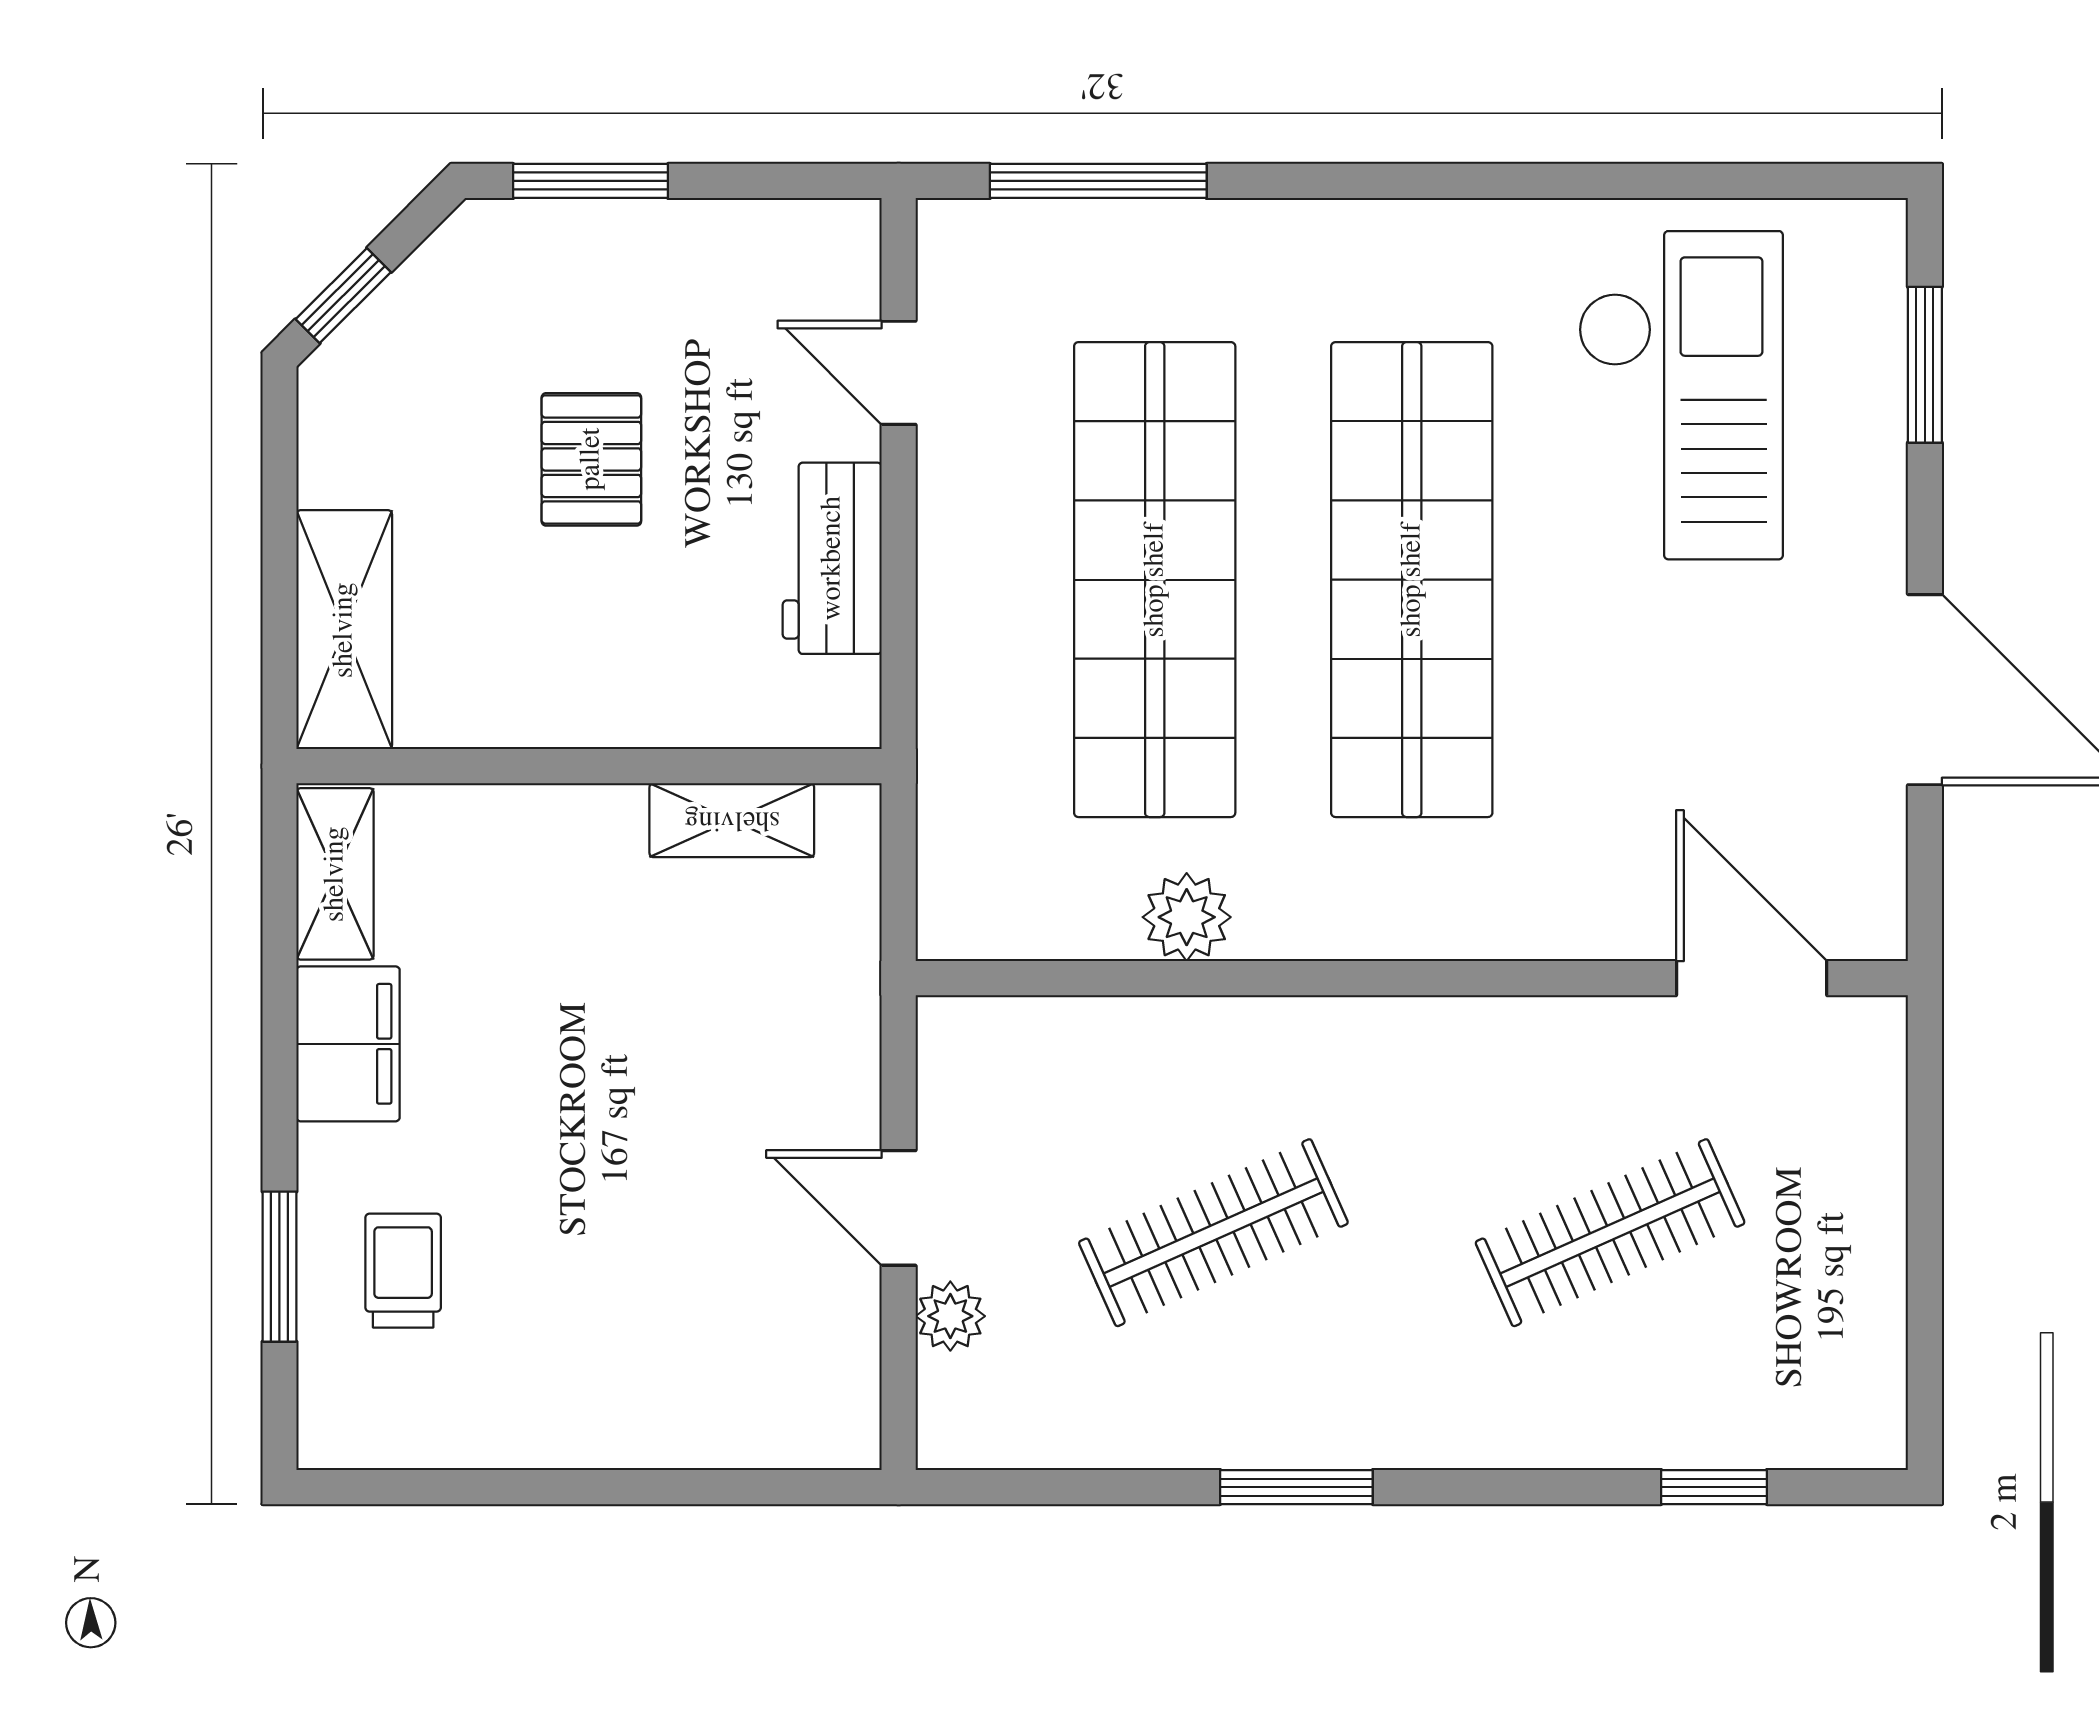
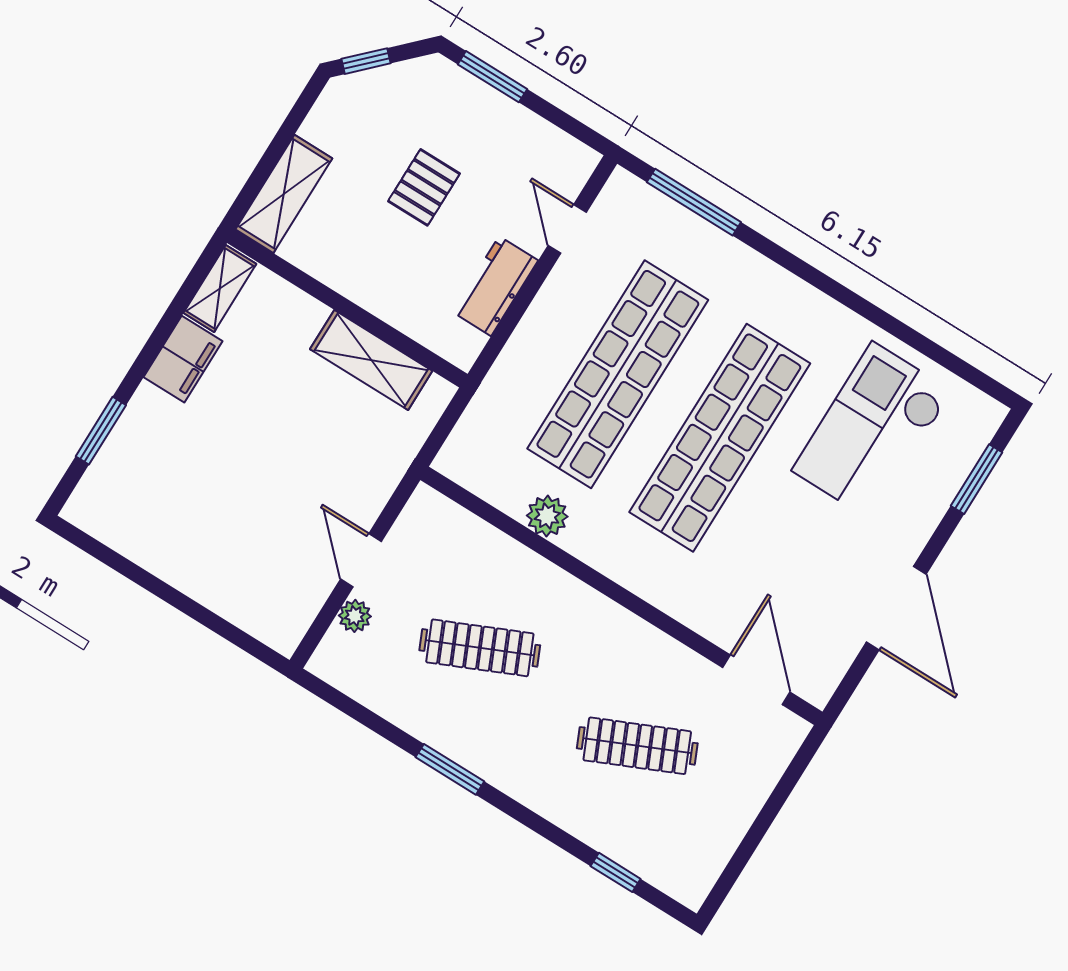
checkout: (1681, 395) -> (872, 431), turned 180
shelving: (732, 820) -> (371, 360), width x1.50, depth x1.33
trolley: (403, 1271) -> (149, 463), removed

